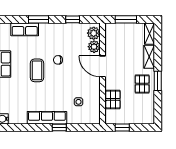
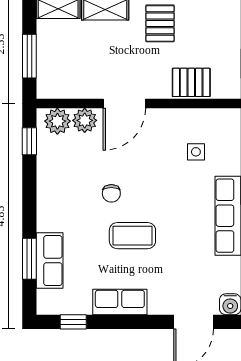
window: (38, 19) -> (29, 259), moved
window: (73, 19) -> (29, 141), moved
pallet: (142, 84) -> (160, 23), turned 90

